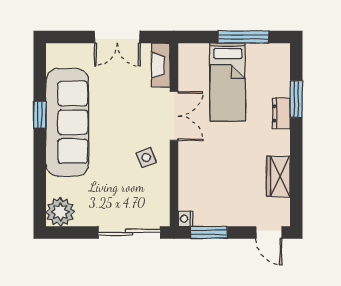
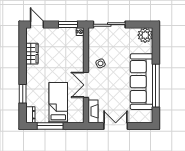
dresser: (281, 113) -> (30, 115), moved
window: (40, 115) -> (156, 86), width x3.17

